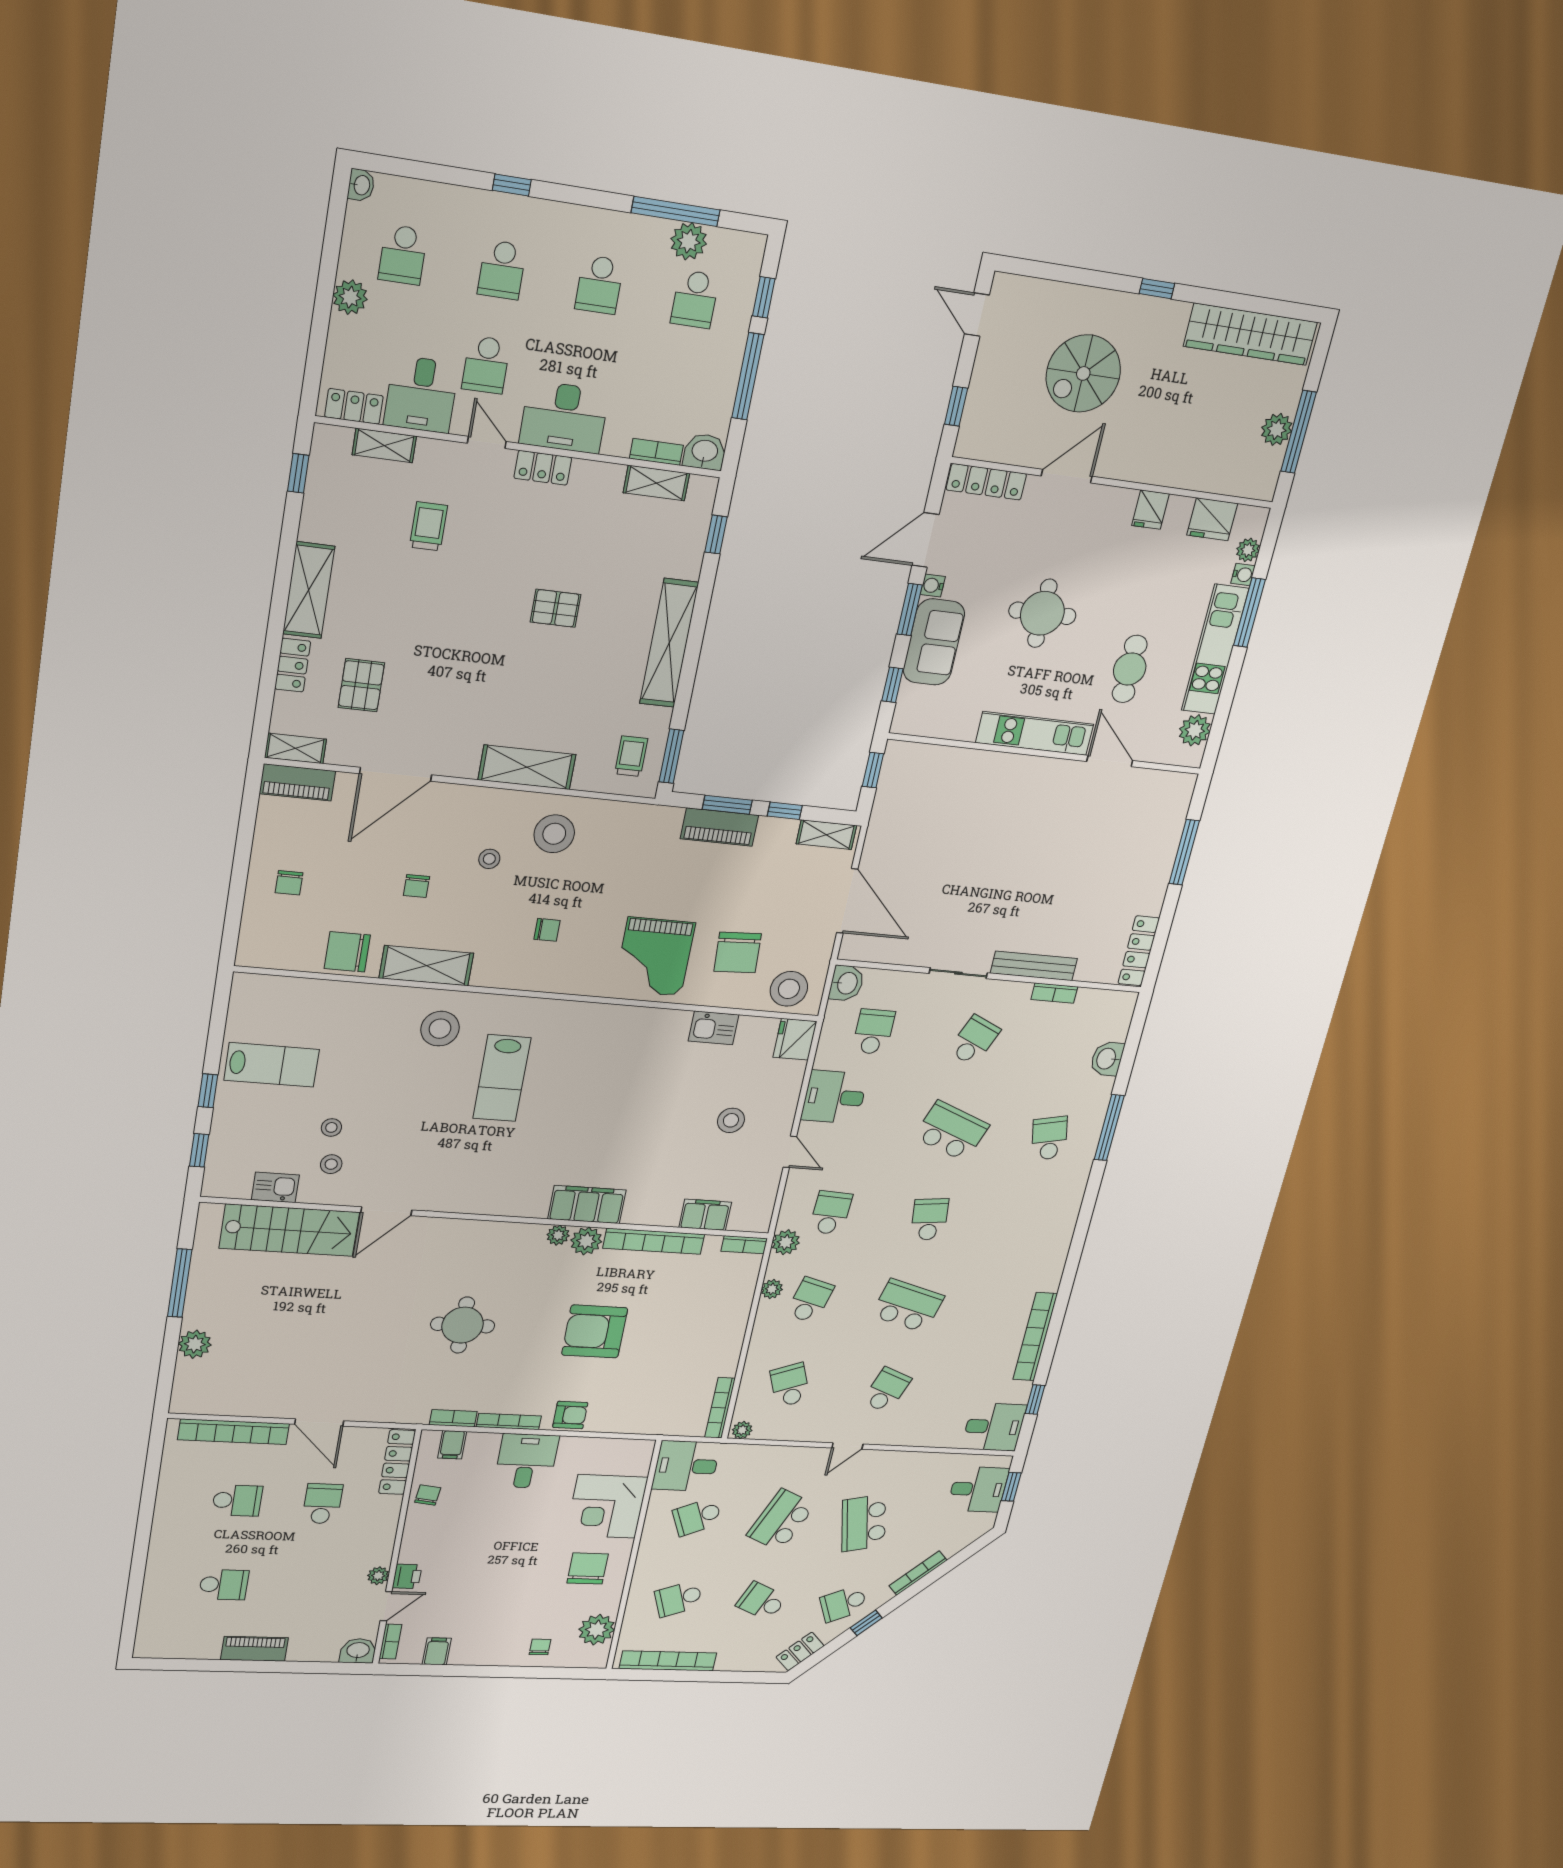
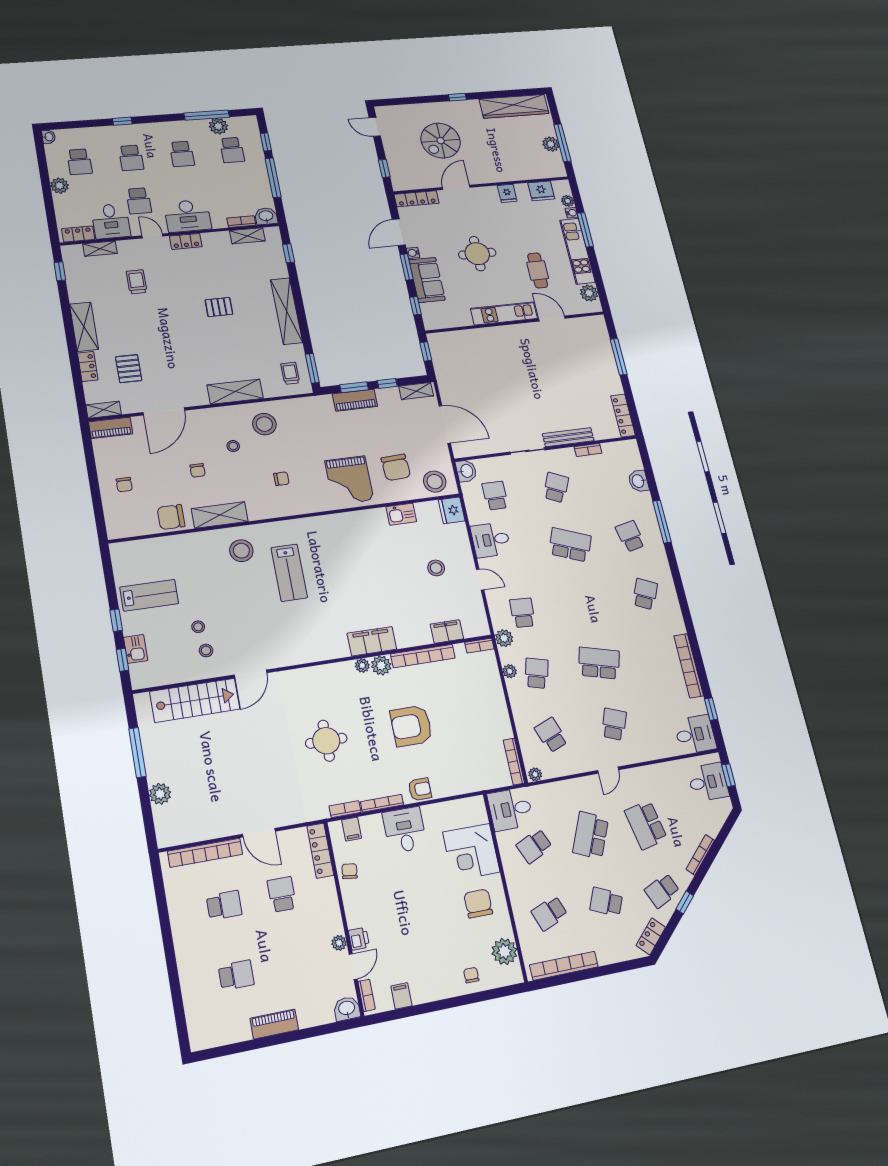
kitchen sink: (275, 1187) -> (136, 649), moved, turned 90
school desk: (929, 1219) -> (645, 594), moved, turned 30

